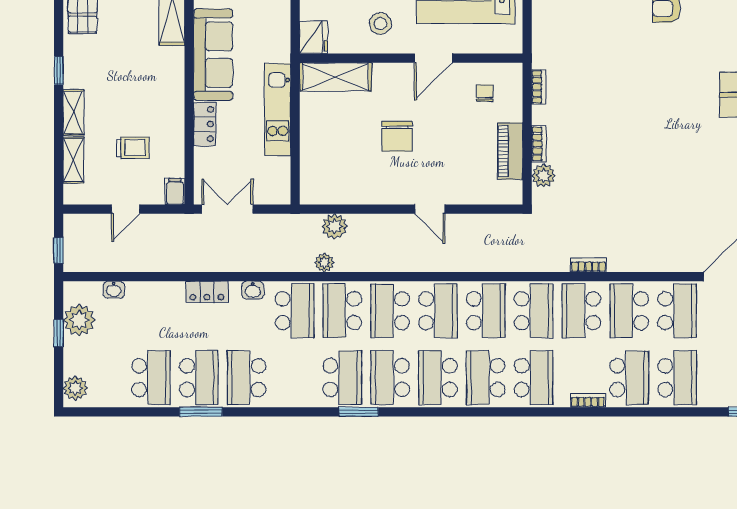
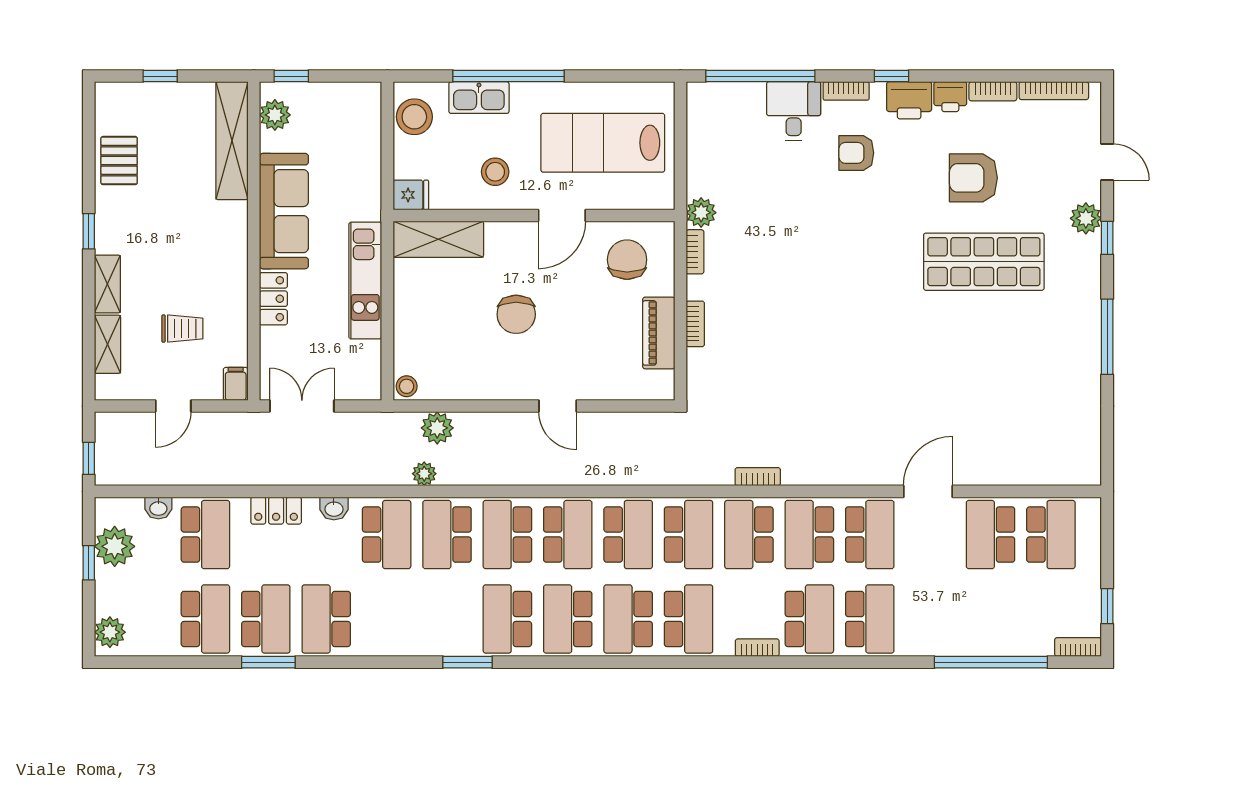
fridge: (314, 37) -> (411, 195), width x0.72
chair: (485, 93) -> (627, 260), width x1.87, depth x1.87
plant: (544, 176) -> (701, 213), moved
stool: (310, 193) -> (407, 386), added
school desk: (342, 378) -> (205, 535), moved

